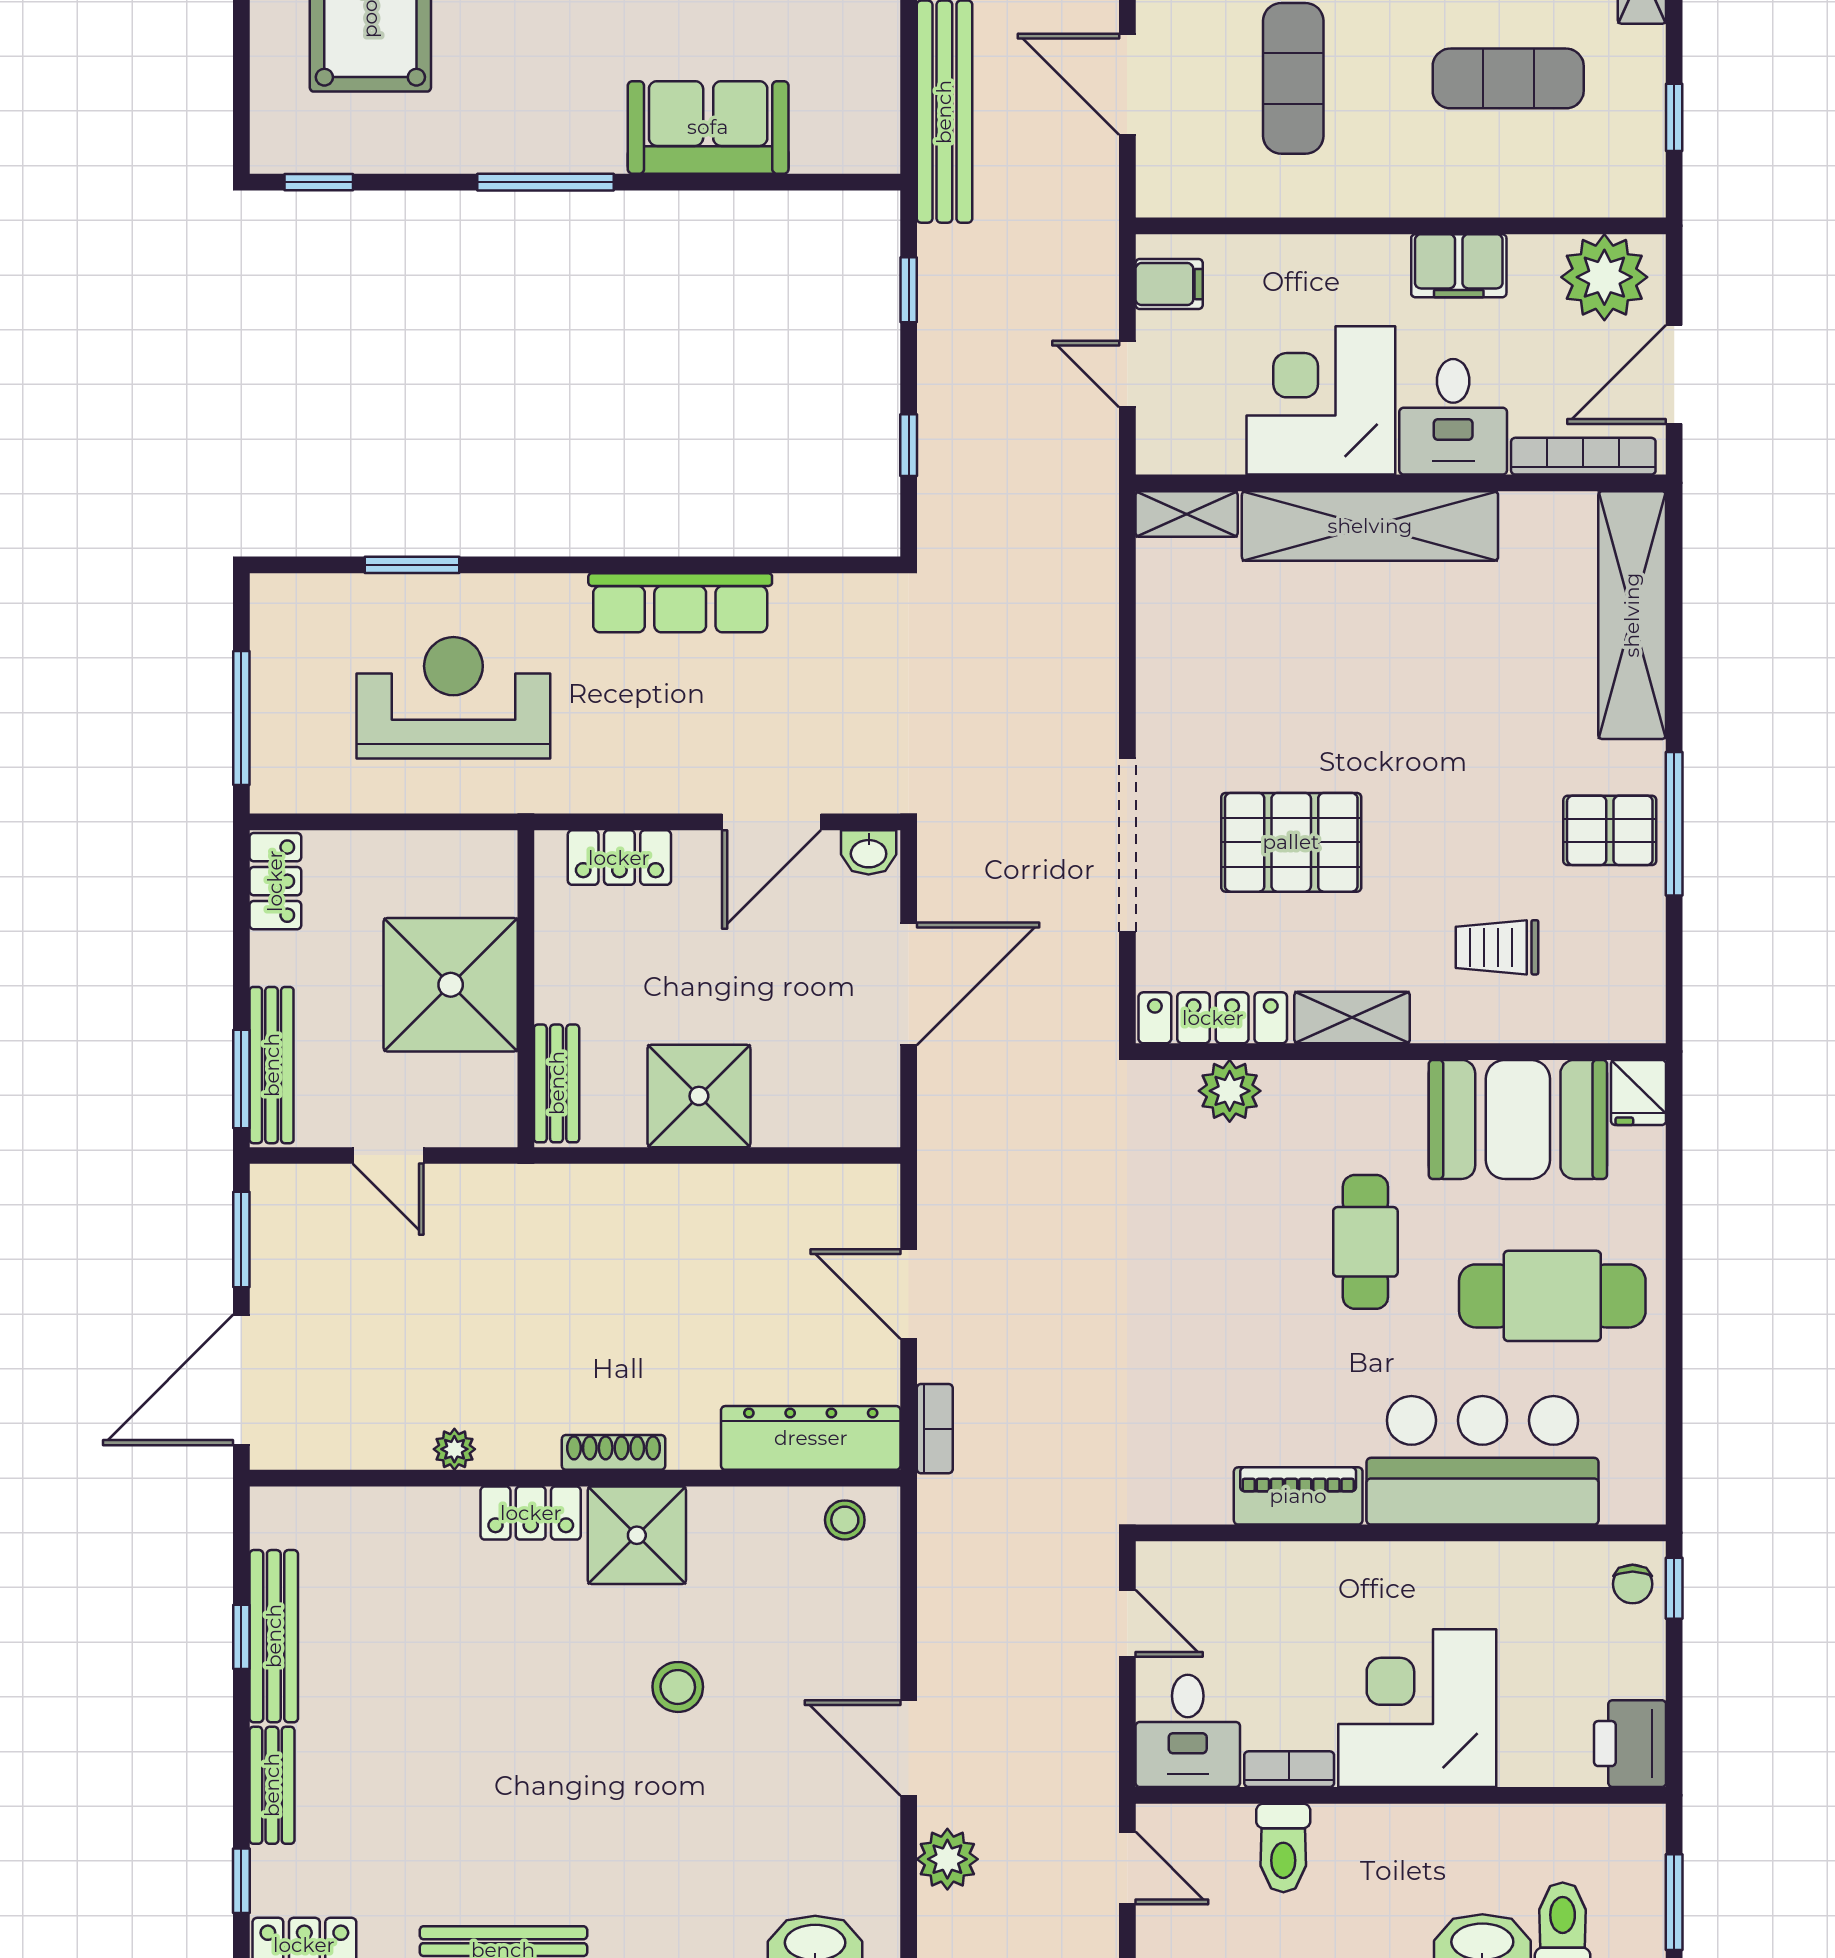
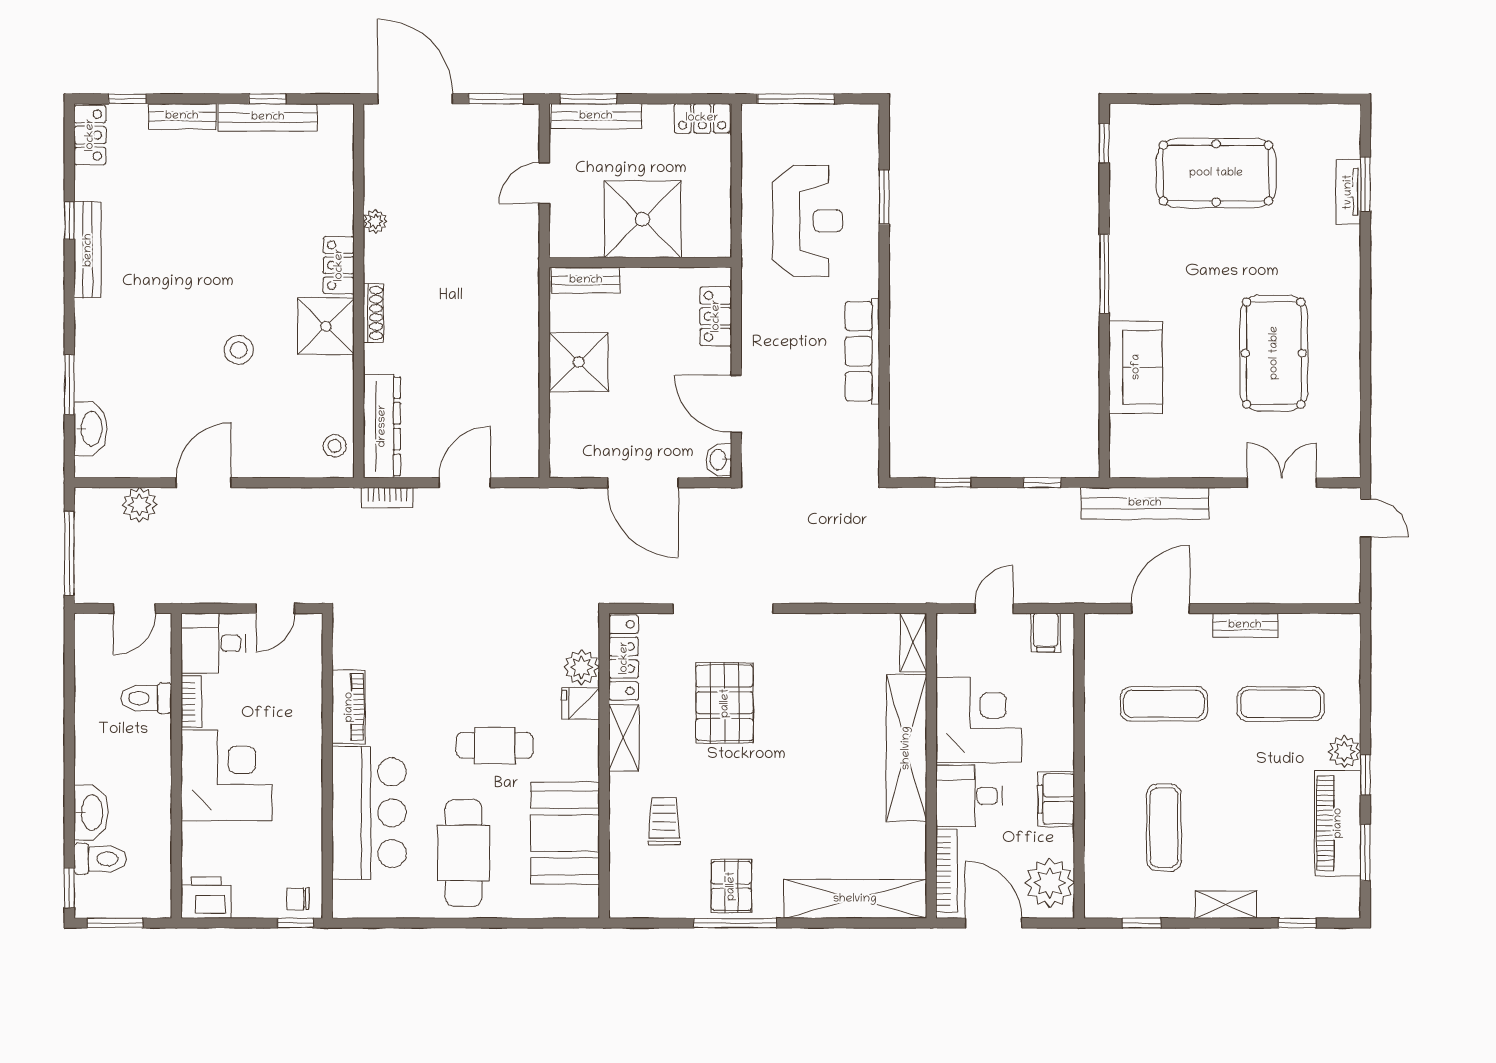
fridge: (1639, 1092) -> (581, 703), moved

